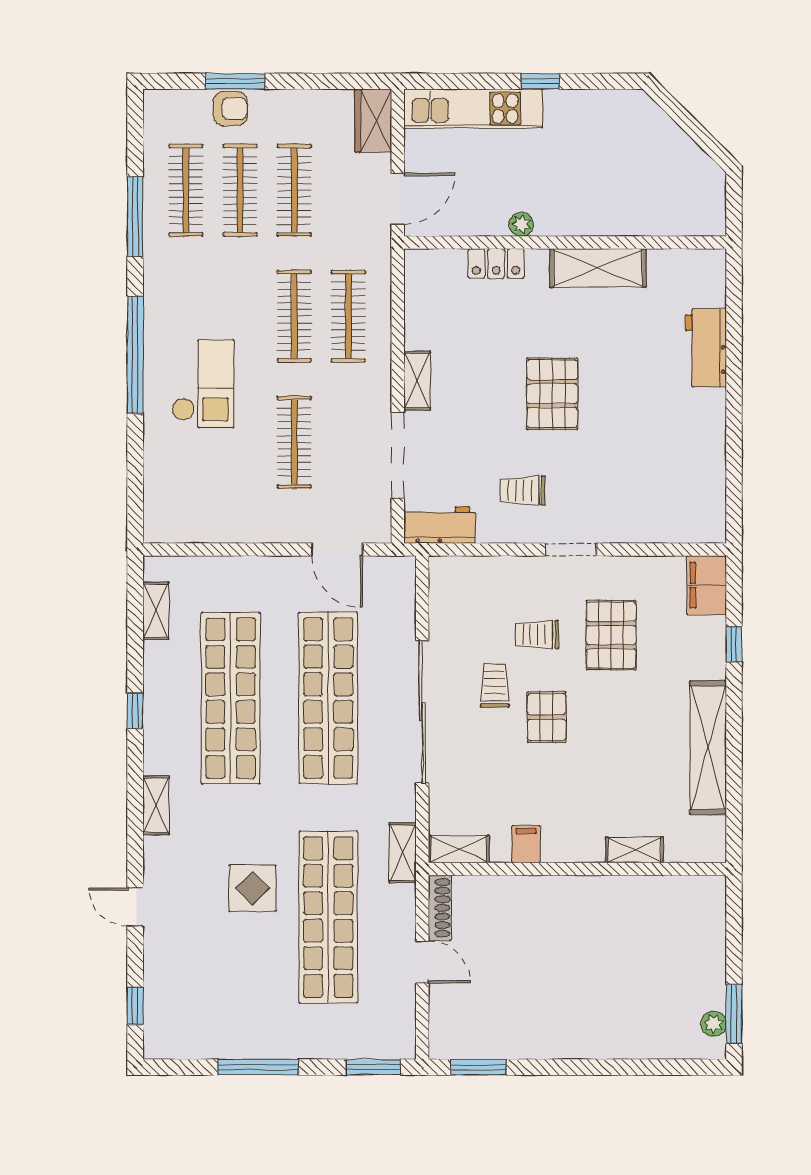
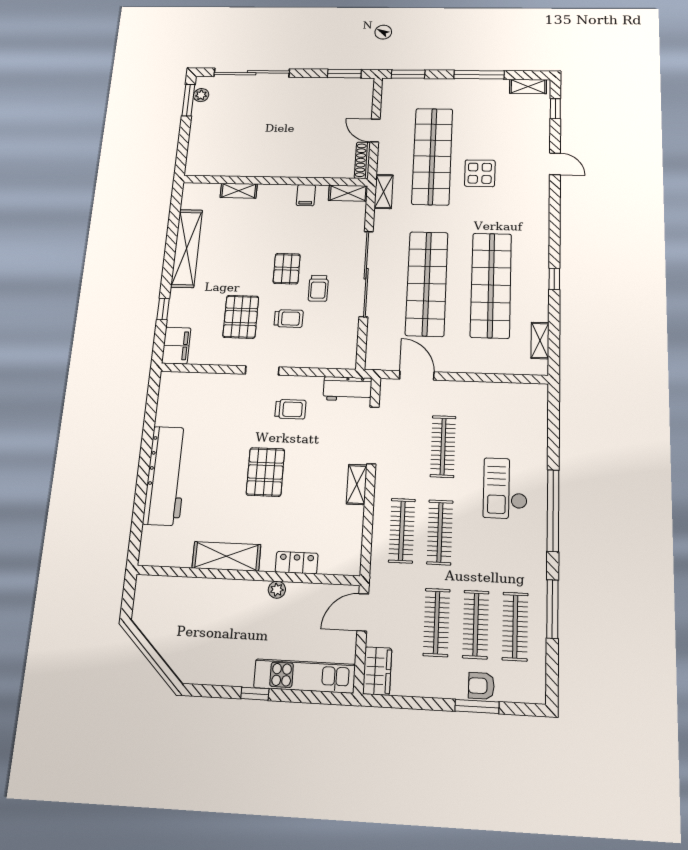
workbench: (706, 348) -> (166, 476), width x1.87, depth x1.32
shelving: (156, 805) -> (528, 86), moved, turned 90
sliding door: (633, 1067) -> (252, 73), added

